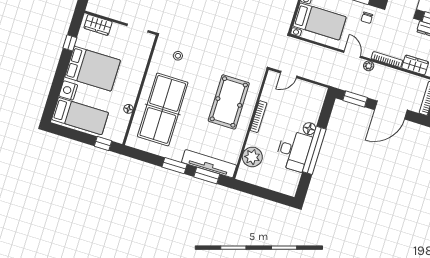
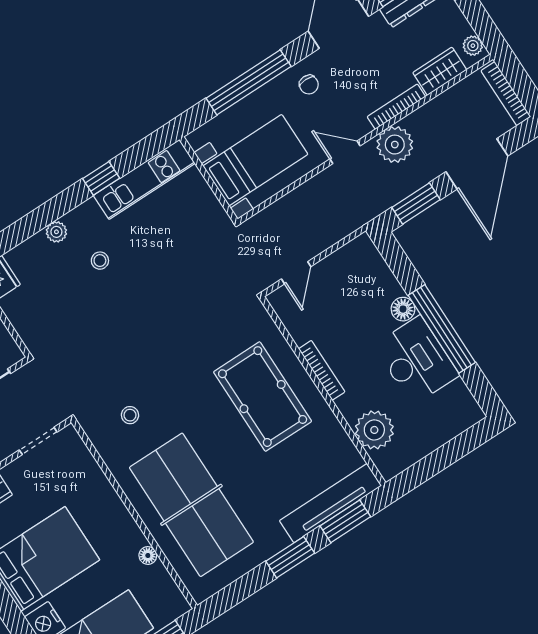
plant: (369, 66) -> (395, 145), width x1.87, depth x1.87

